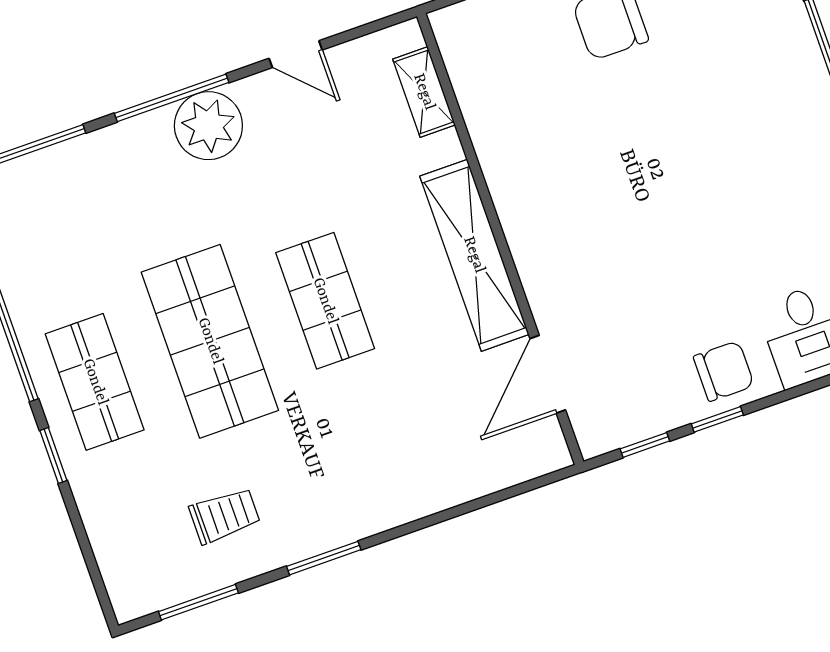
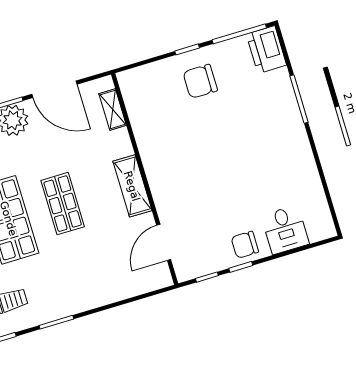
door: (296, 54) -> (54, 89), width x1.87
shelving: (474, 255) -> (132, 186), width x0.68
chair: (724, 371) -> (245, 245), turned 180

